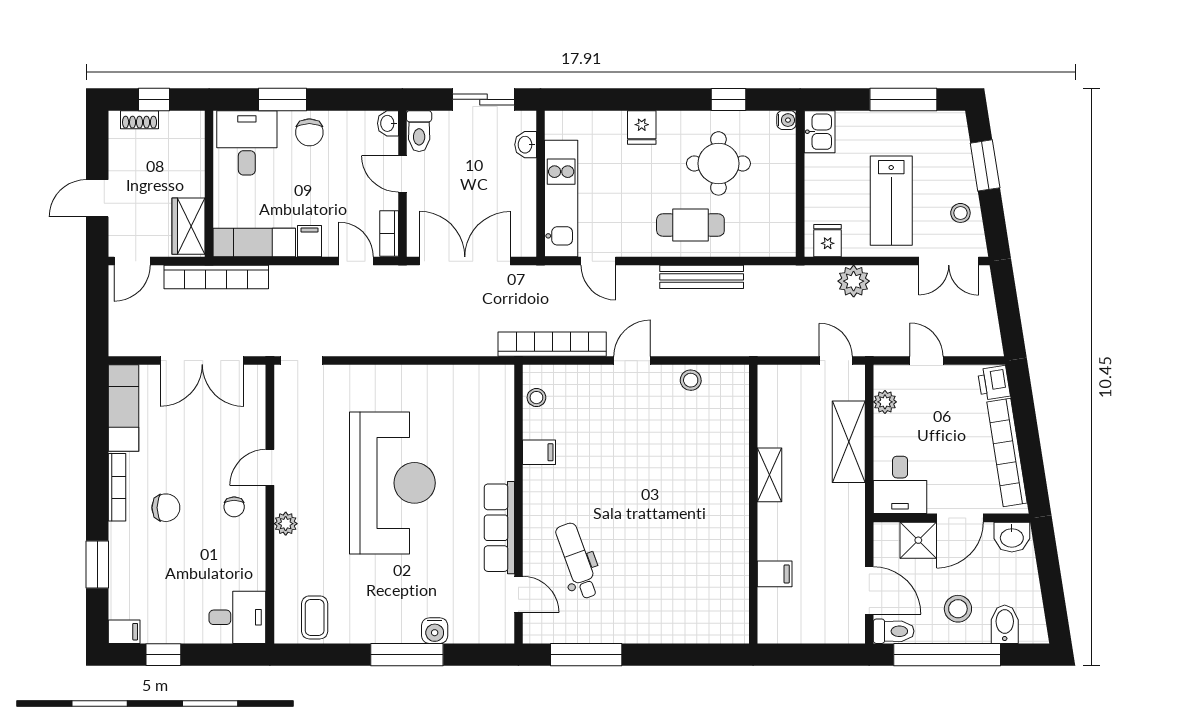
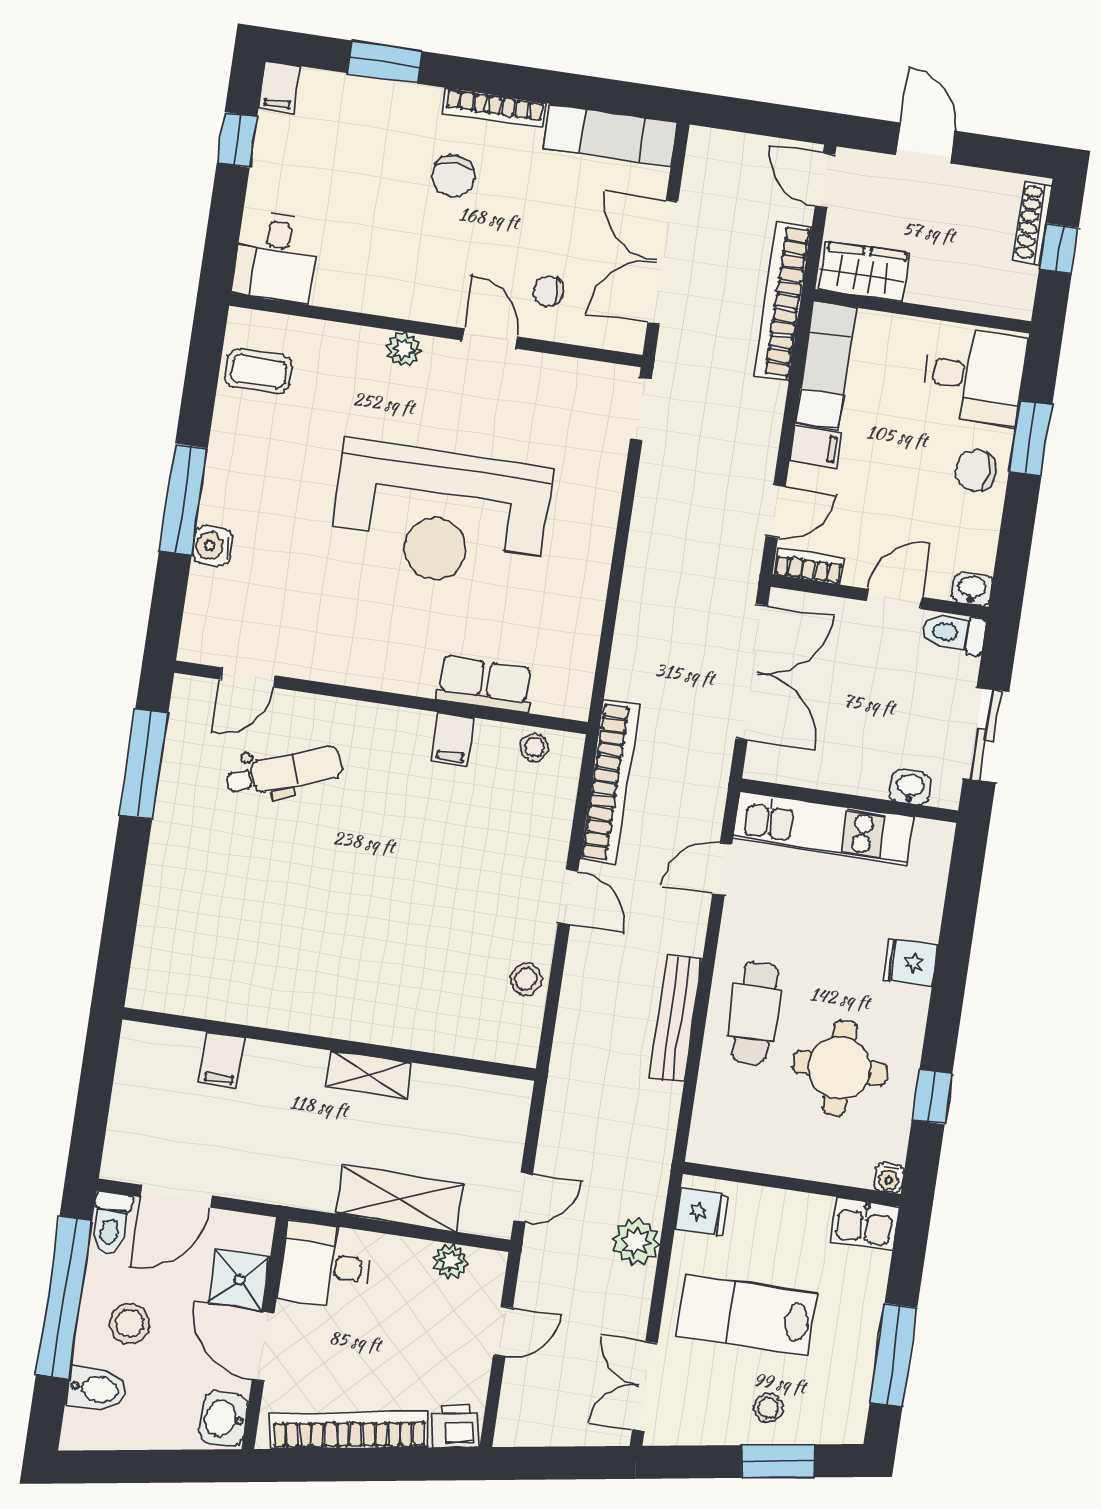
shoe rack: (140, 120) -> (1032, 223), width x1.43
stool: (960, 213) -> (768, 1408), moved
chair: (234, 507) -> (549, 291), moved
row of seats: (499, 528) -> (485, 684), moved, width x0.68

